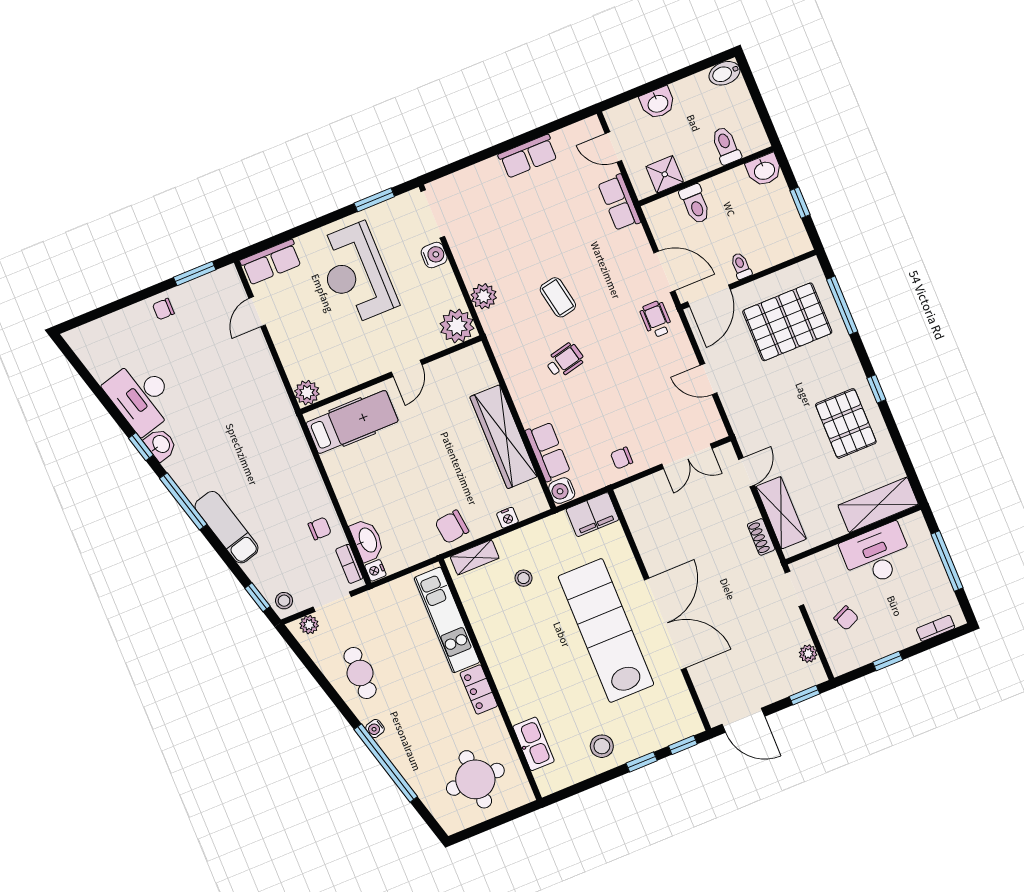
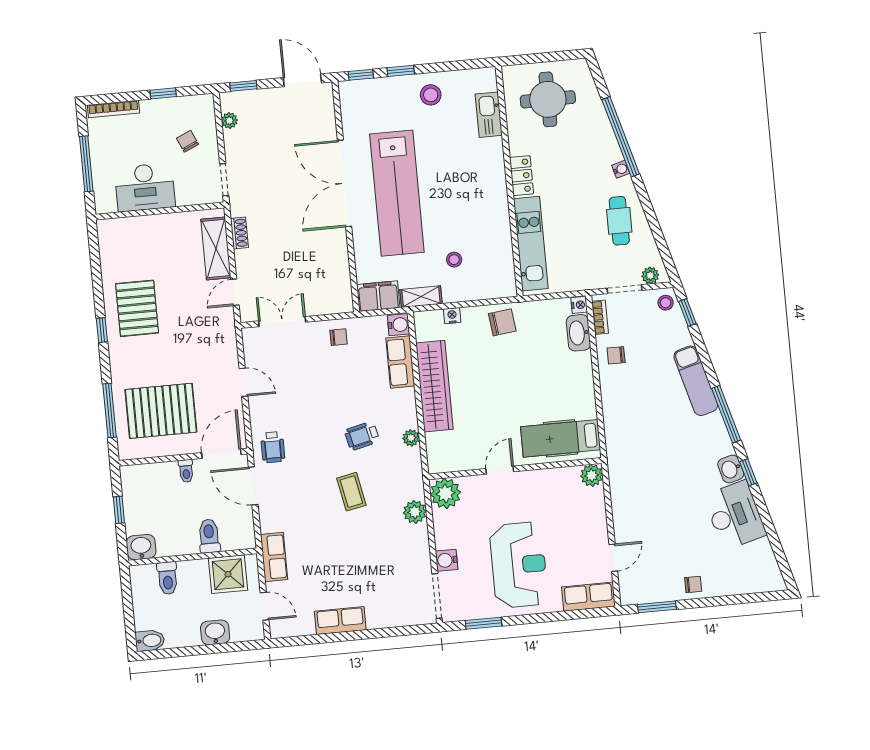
shower: (665, 174) -> (228, 574), width x1.36, depth x1.36
plant: (512, 374) -> (411, 438), added
shelving: (878, 505) -> (131, 230), removed
shelving: (475, 557) -> (421, 297), moved
bookcase: (936, 628) -> (113, 109), width x1.56

